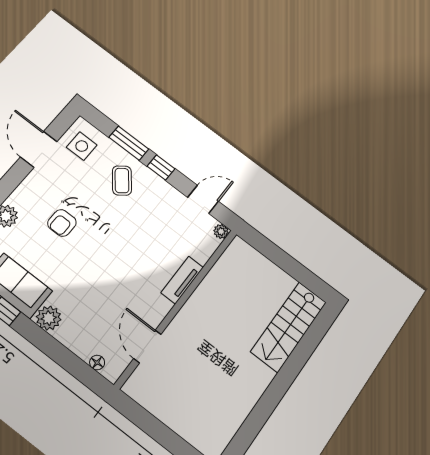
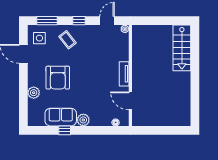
window: (129, 143) -> (47, 21), moved
armchair: (62, 223) -> (58, 78), width x1.88, depth x1.88
tv unit: (182, 280) -> (124, 74), moved

